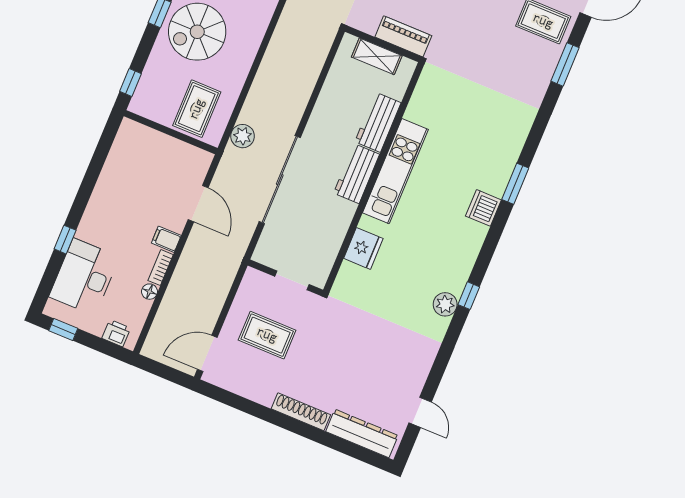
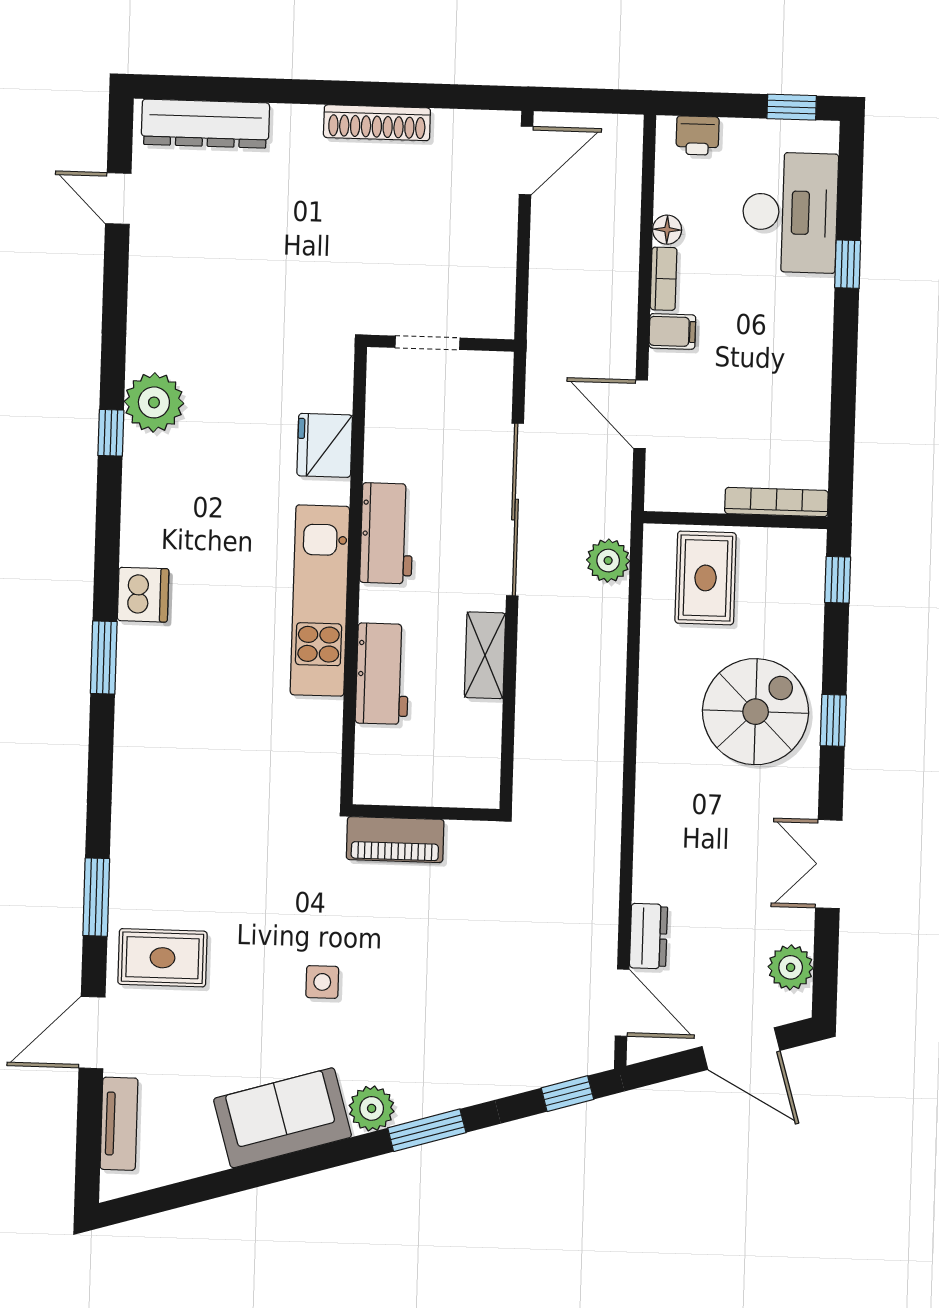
shelving: (377, 56) -> (485, 655), moved, turned 90
bookcase: (147, 133) -> (776, 502), added
workbench: (357, 174) -> (387, 533), moved
plant: (445, 304) -> (154, 402), width x1.36, depth x1.36
rug: (267, 335) -> (435, 232), removed
shoe rack: (301, 412) -> (377, 123), moved

